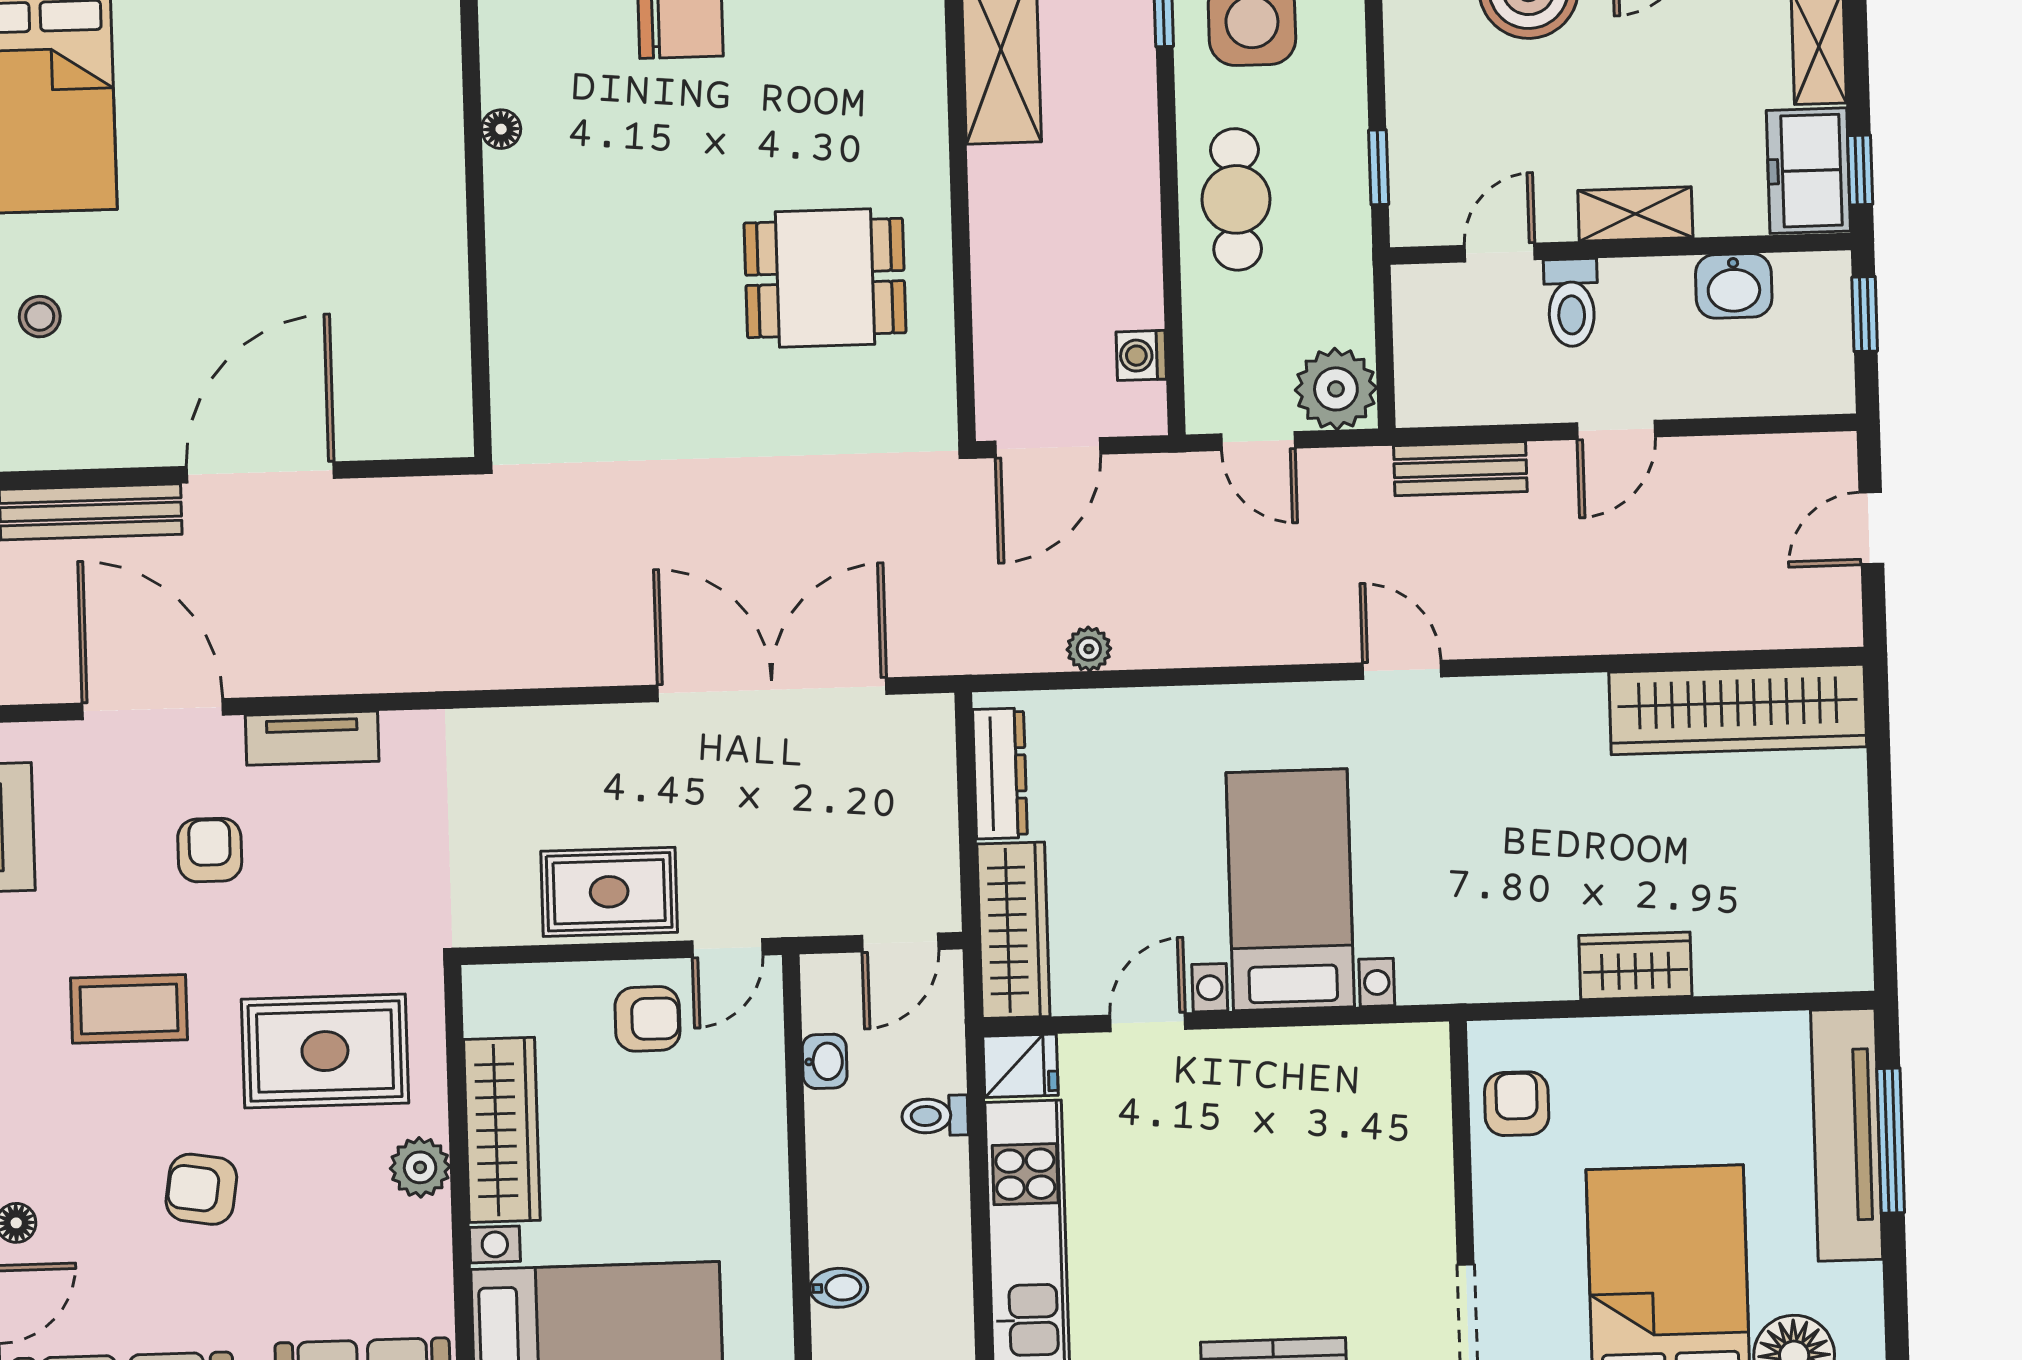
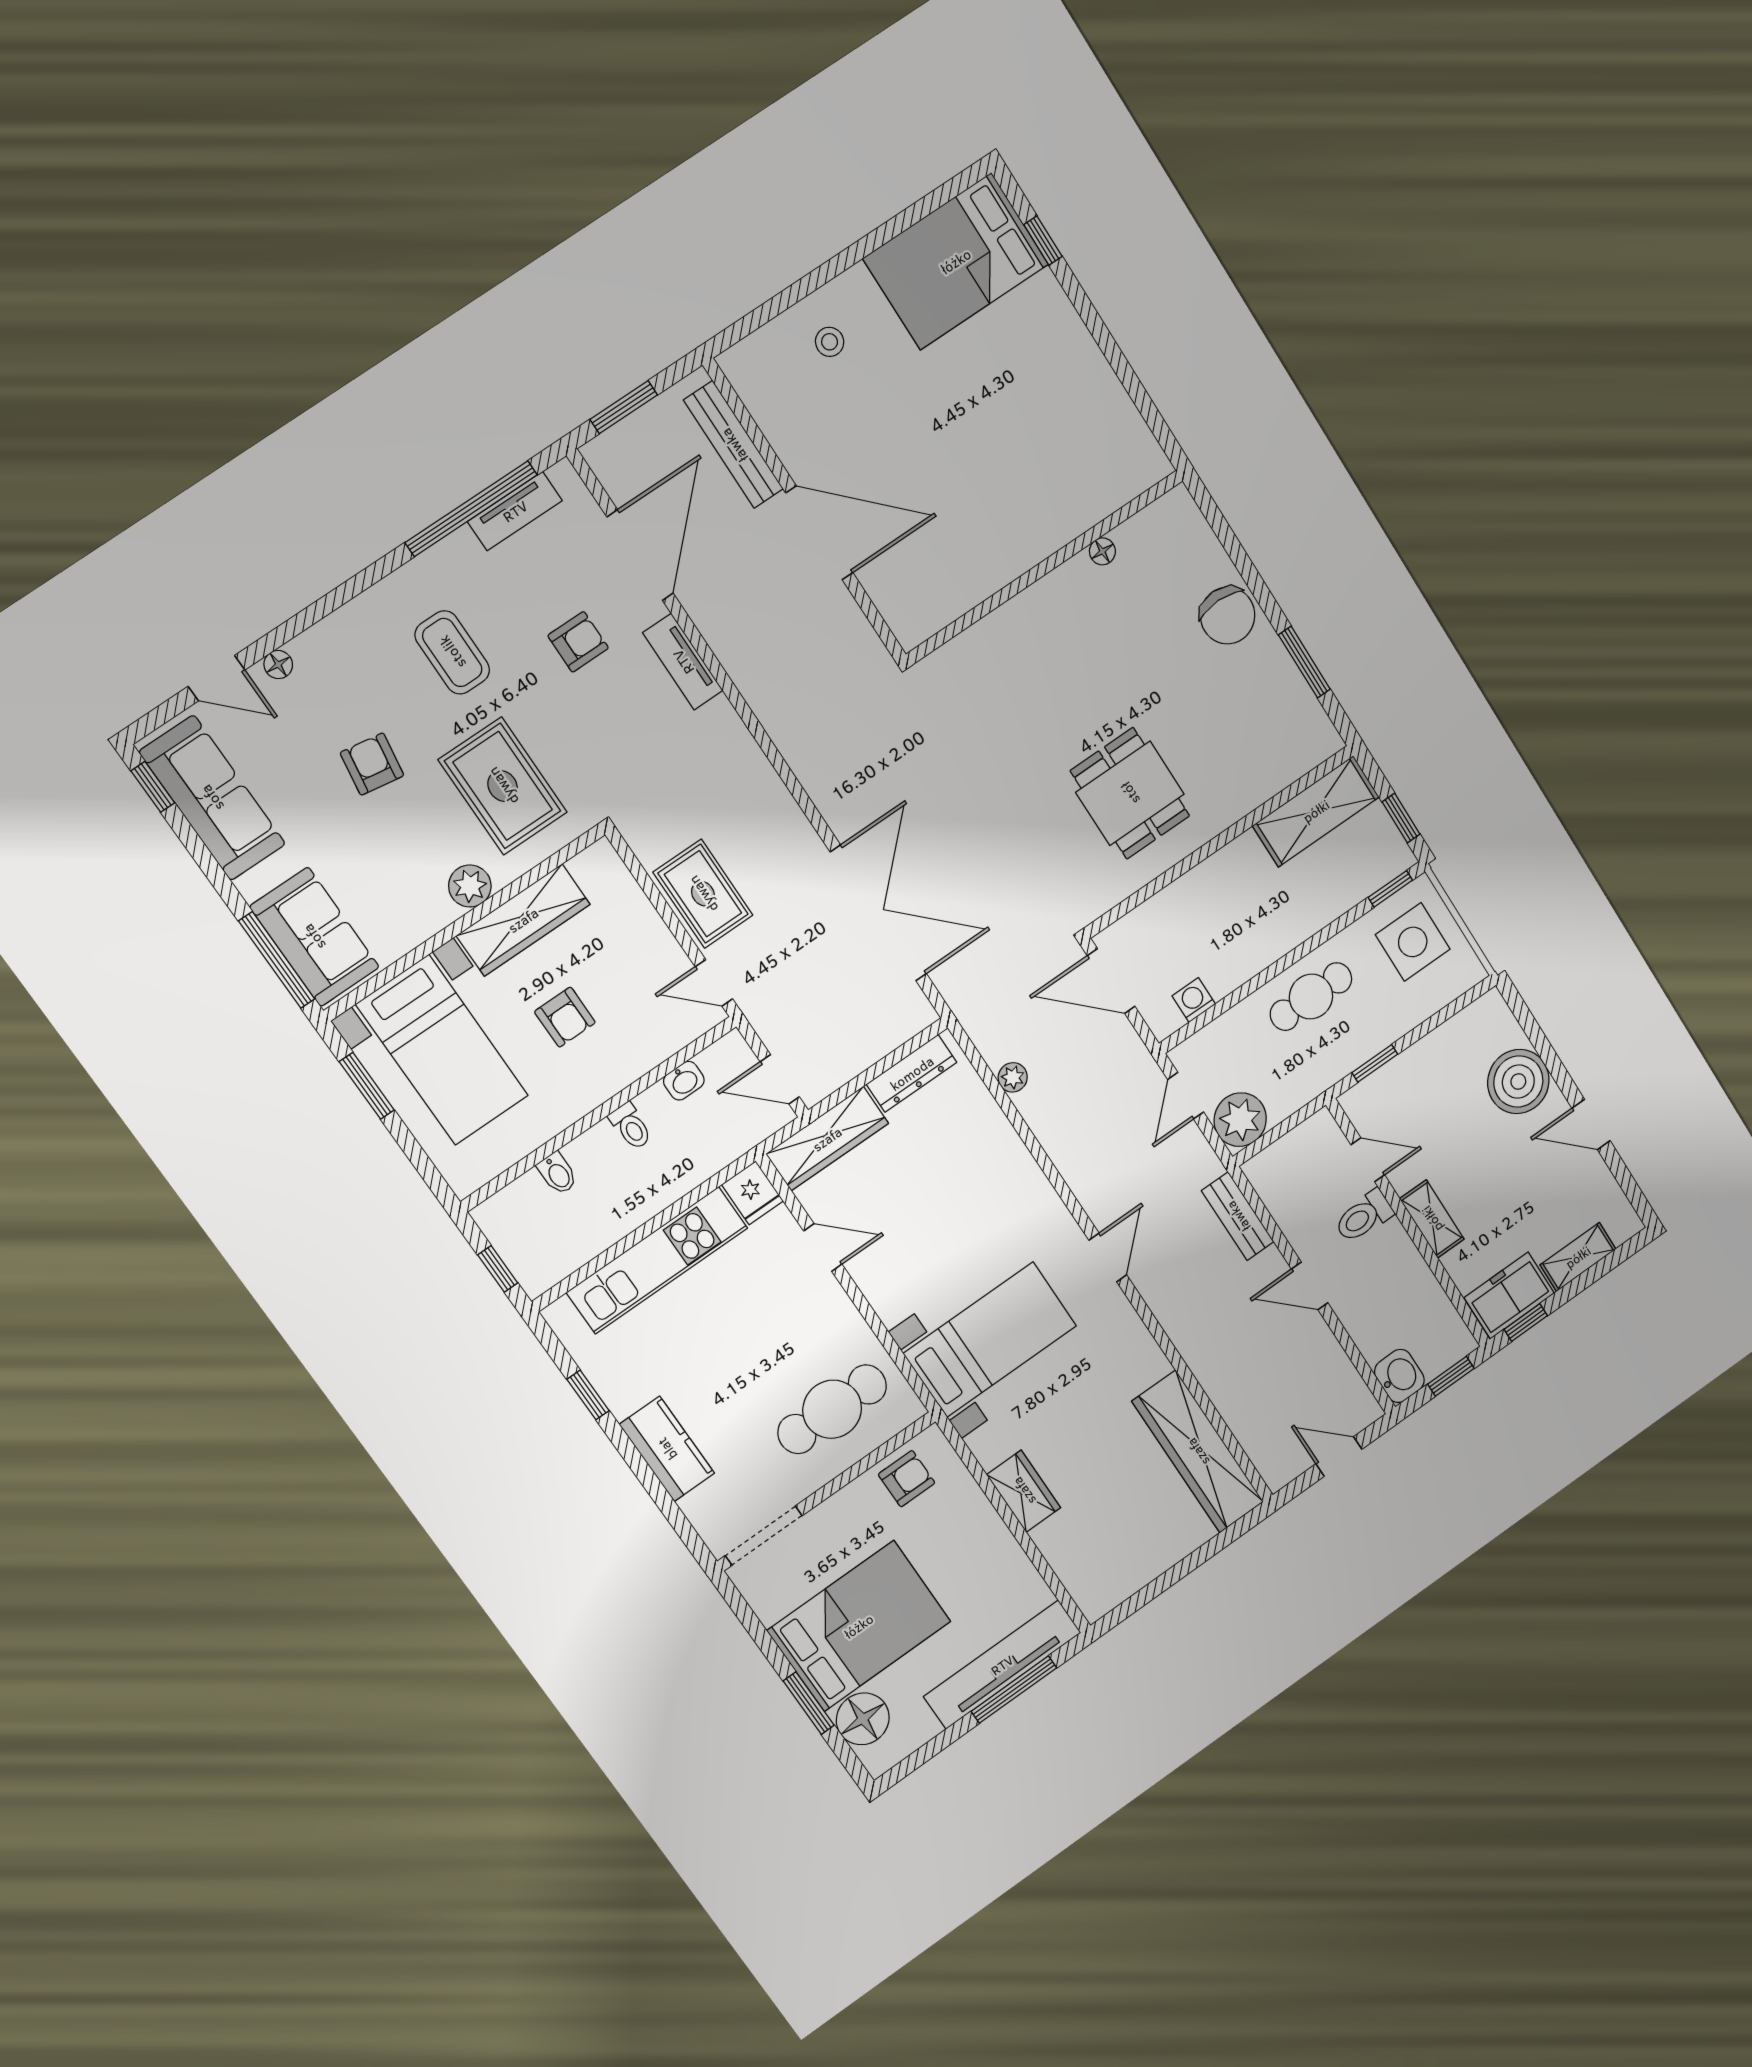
washbasin: (1734, 286) -> (1399, 1376), moved, turned 180
bed with nightstands: (1290, 890) -> (990, 1340), moved
armchair: (647, 1019) -> (565, 1017), moved
toilet: (935, 1116) -> (631, 1126), moved, turned 180
cafe table: (1363, 1140) -> (832, 1409), added

